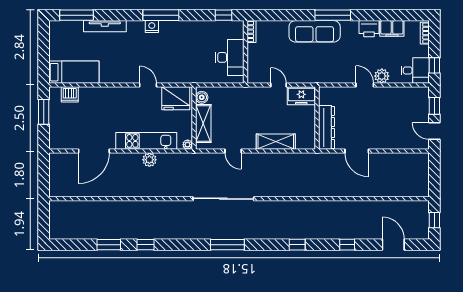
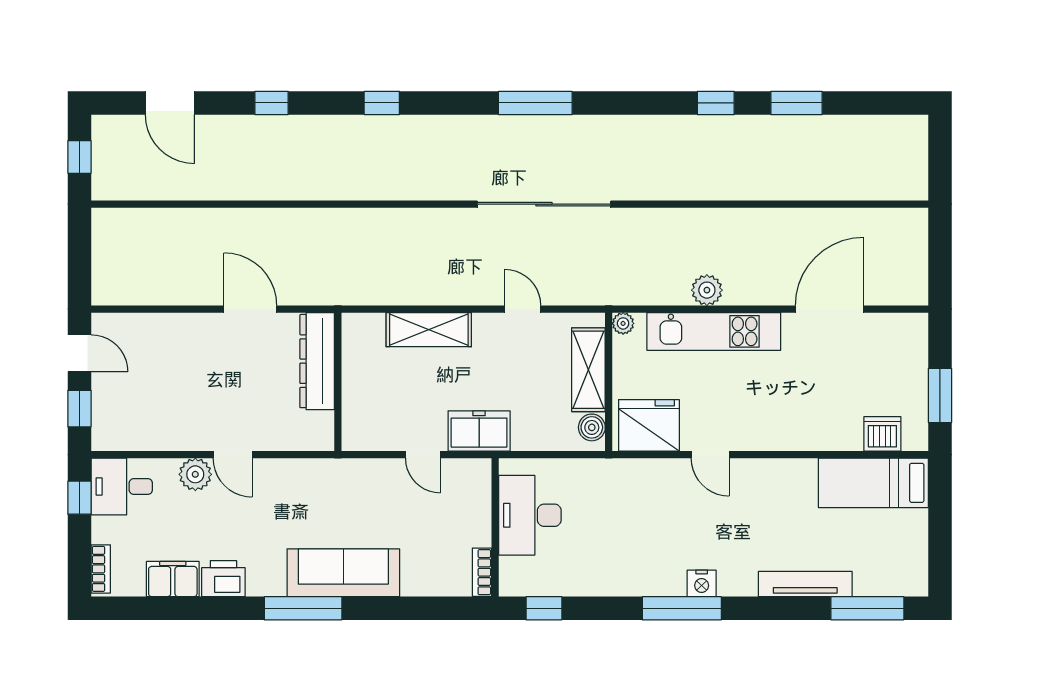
freezer: (301, 96) -> (479, 431), moved

